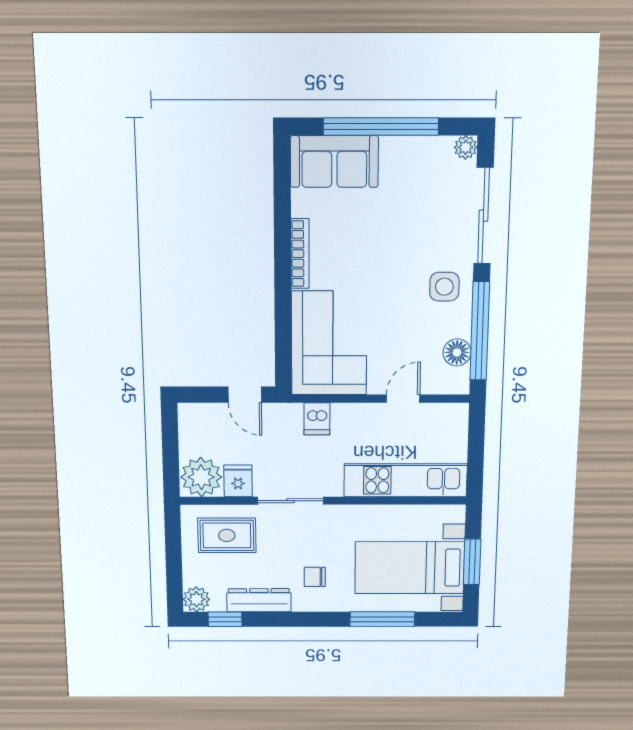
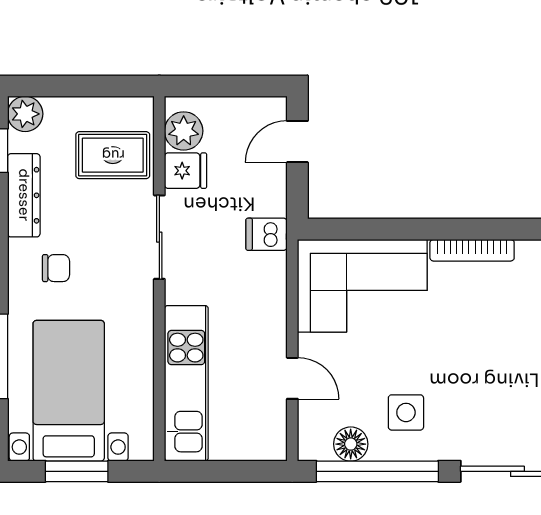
side table: (444, 287) -> (406, 412), moved
door: (245, 395) -> (297, 142), moved
dishwasher: (317, 419) -> (266, 234), moved
plant: (201, 477) -> (184, 131), width x0.73, depth x0.73
rug: (227, 535) -> (113, 155), turned 90
chair: (315, 577) -> (56, 268), turned 90

